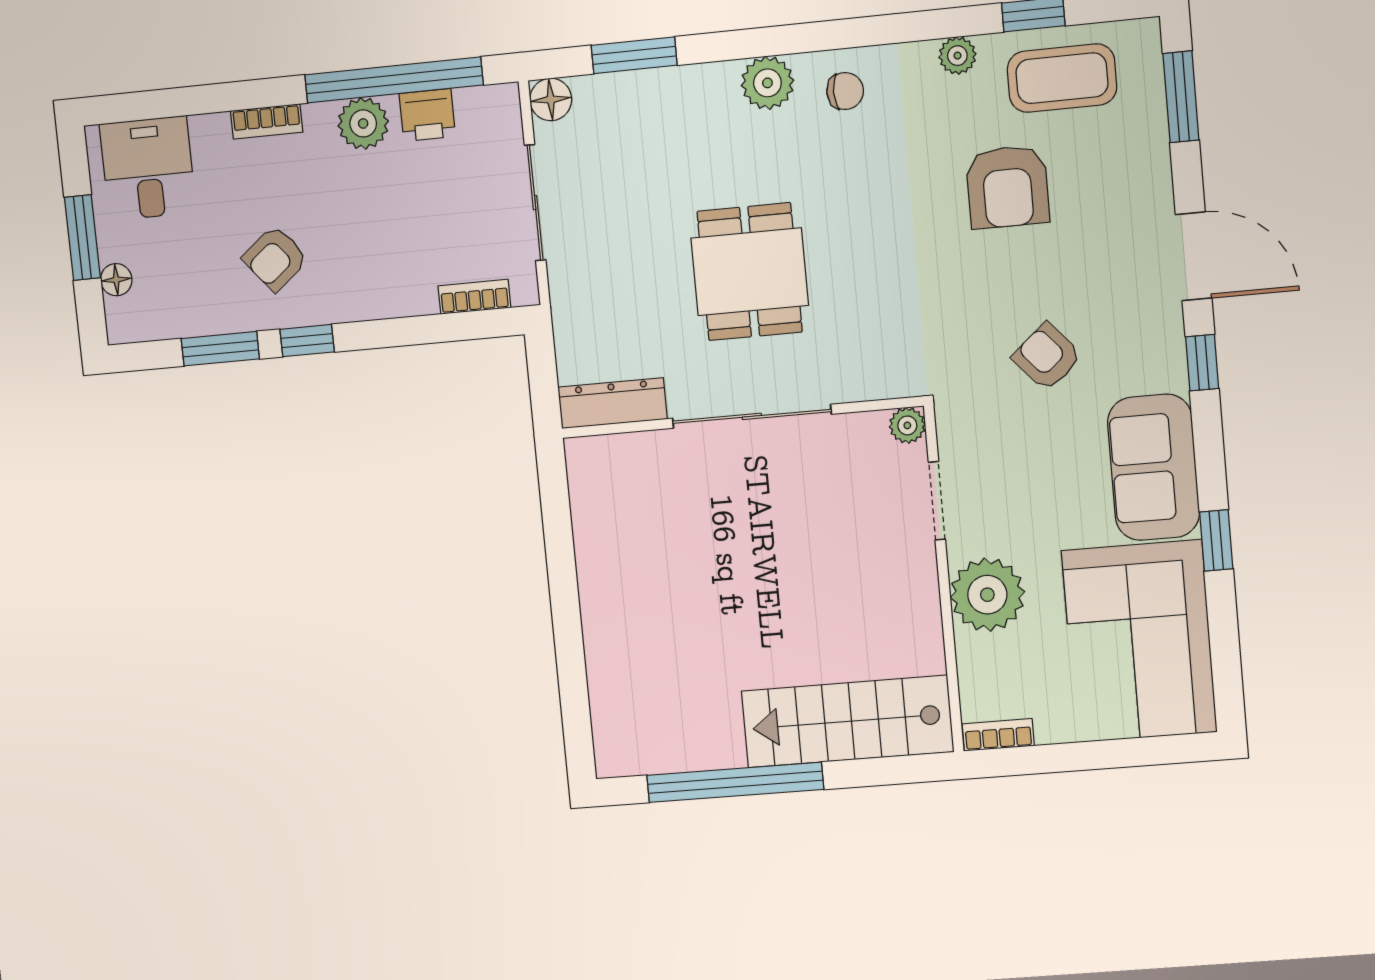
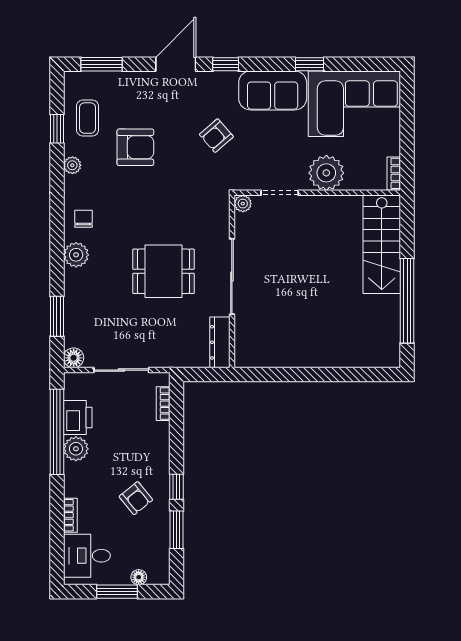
coffee table: (1062, 78) -> (88, 118), width x0.73, depth x0.77
printer: (427, 115) -> (78, 417), width x1.36, depth x1.24
bookcase: (267, 121) -> (70, 515), moved

